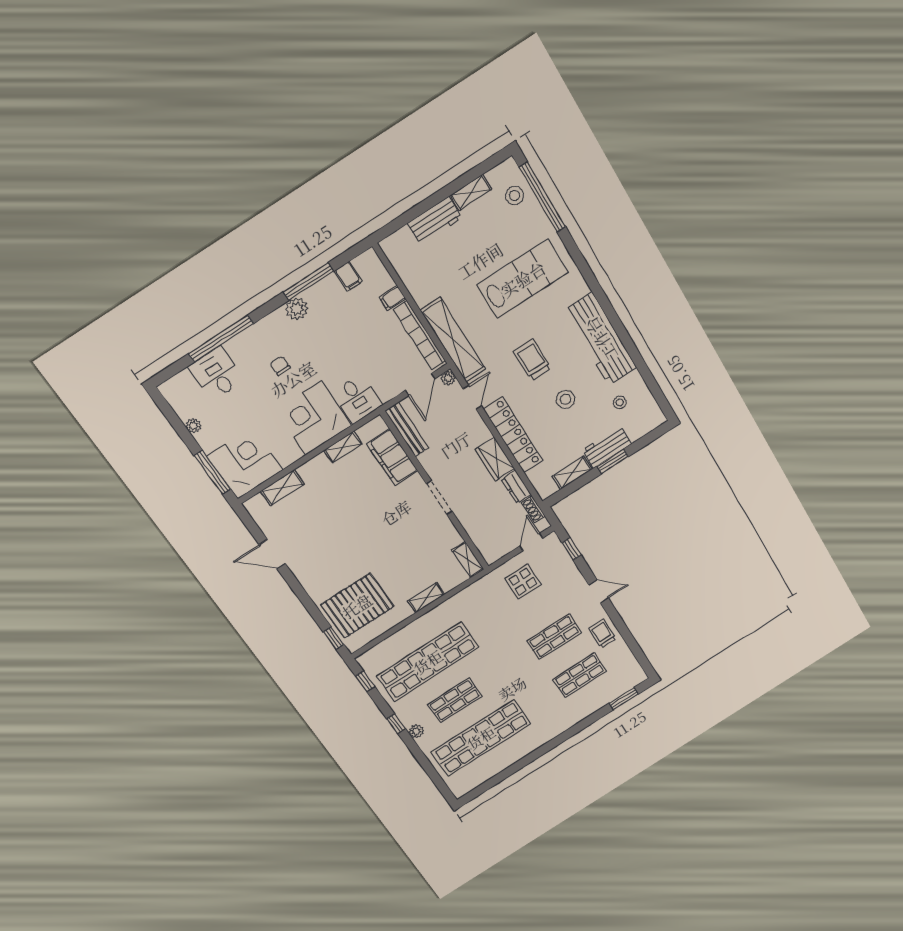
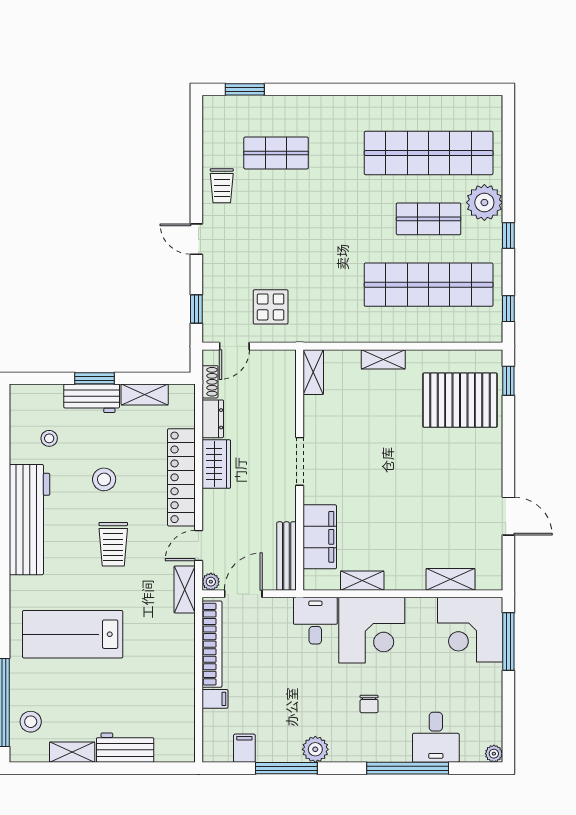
shelving: (453, 340) -> (185, 590), width x0.45, depth x0.75
plant: (193, 426) -> (494, 754), moved
shop shelf: (554, 637) -> (276, 219), removed
plant: (416, 731) -> (484, 202), width x1.87, depth x1.87

